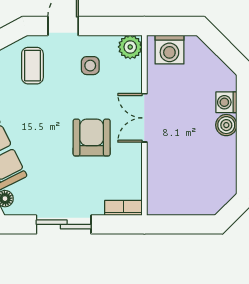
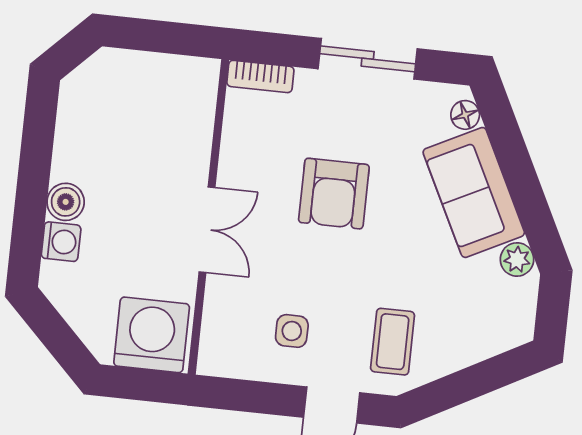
plant: (130, 47) -> (219, 356), removed
washing machine: (169, 49) -> (152, 335), width x1.37, depth x1.37
armchair: (92, 138) -> (334, 194), moved

